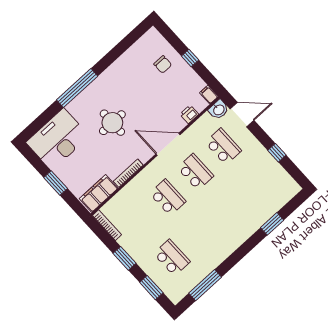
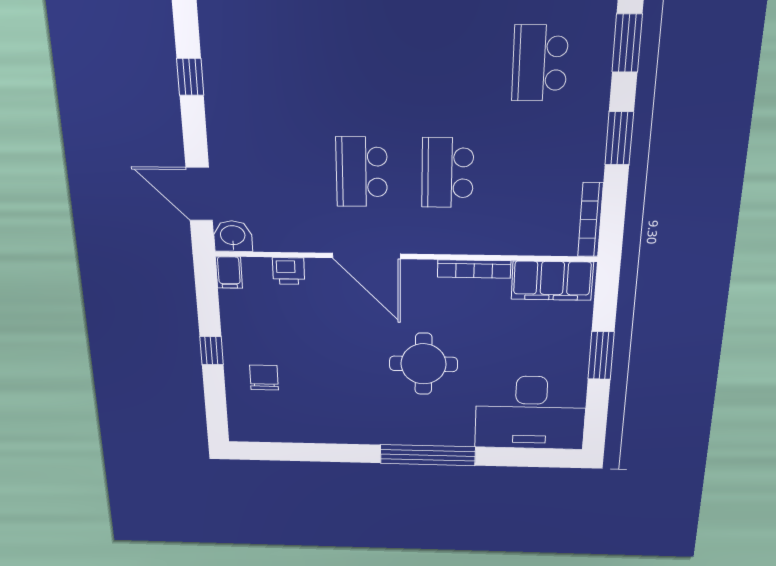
school desk: (223, 146) -> (277, 171), removed

